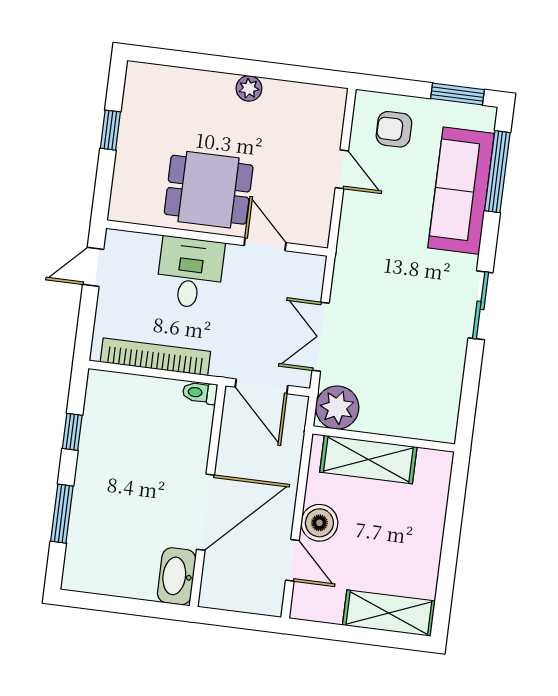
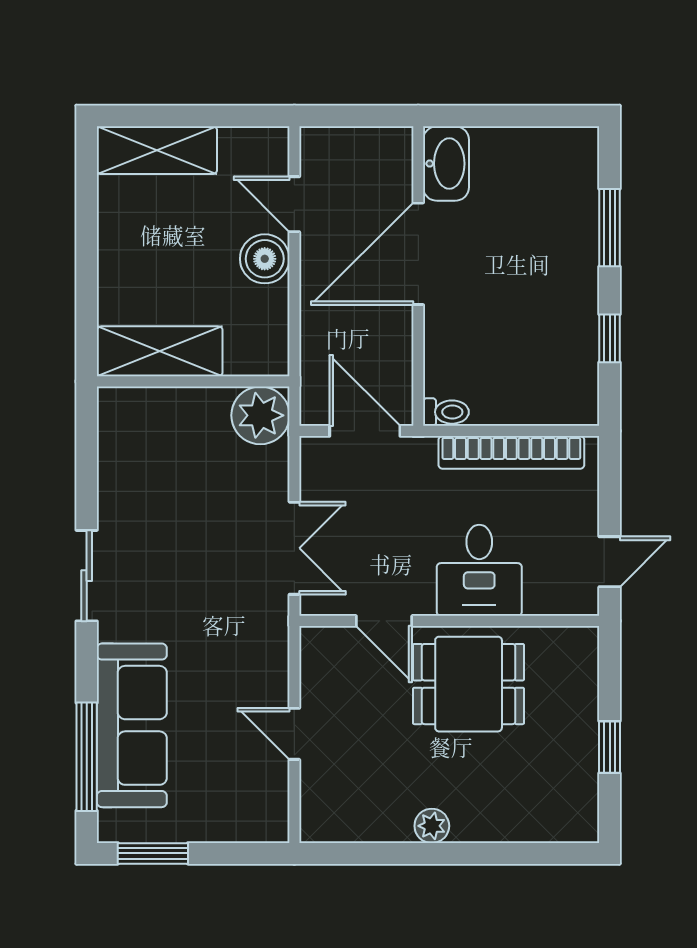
armchair: (394, 129) -> (232, 796), removed
double door: (321, 337) -> (294, 548), moved
shelving: (368, 460) -> (160, 351), moved

